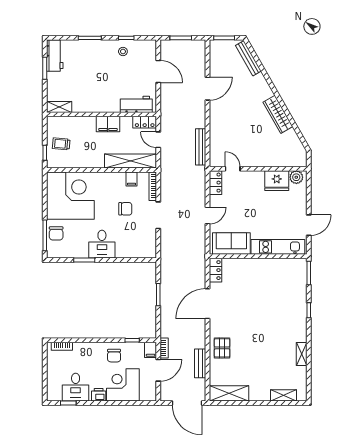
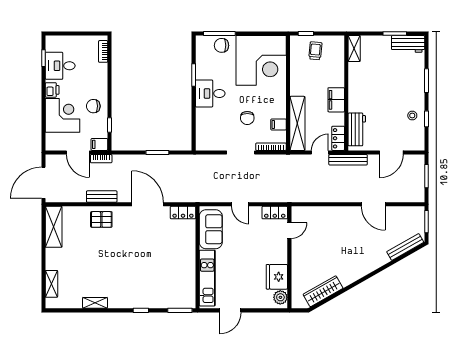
wardrobe: (278, 114) -> (323, 291), moved
bench: (201, 147) -> (348, 160), moved
door: (309, 225) -> (230, 310), hinge flipped
bench: (200, 363) -> (102, 197), moved

